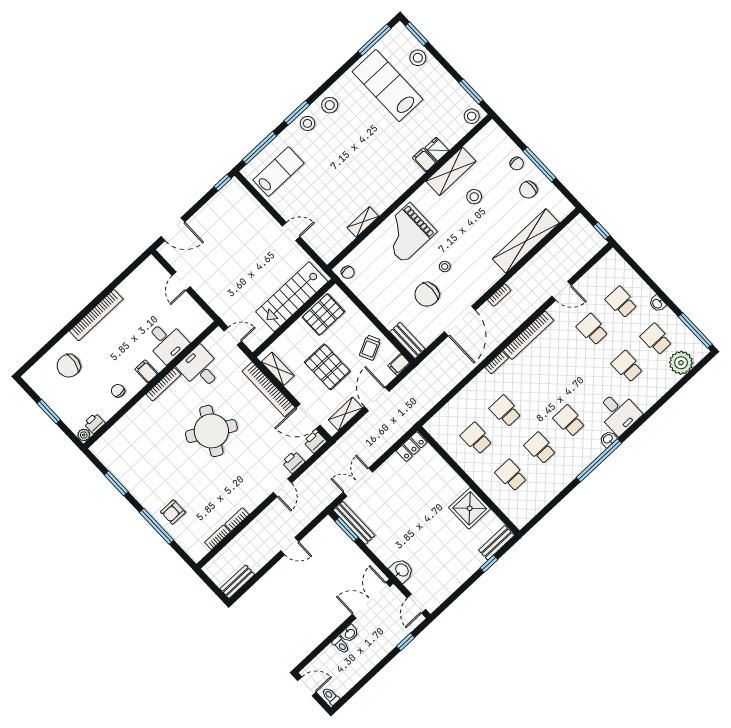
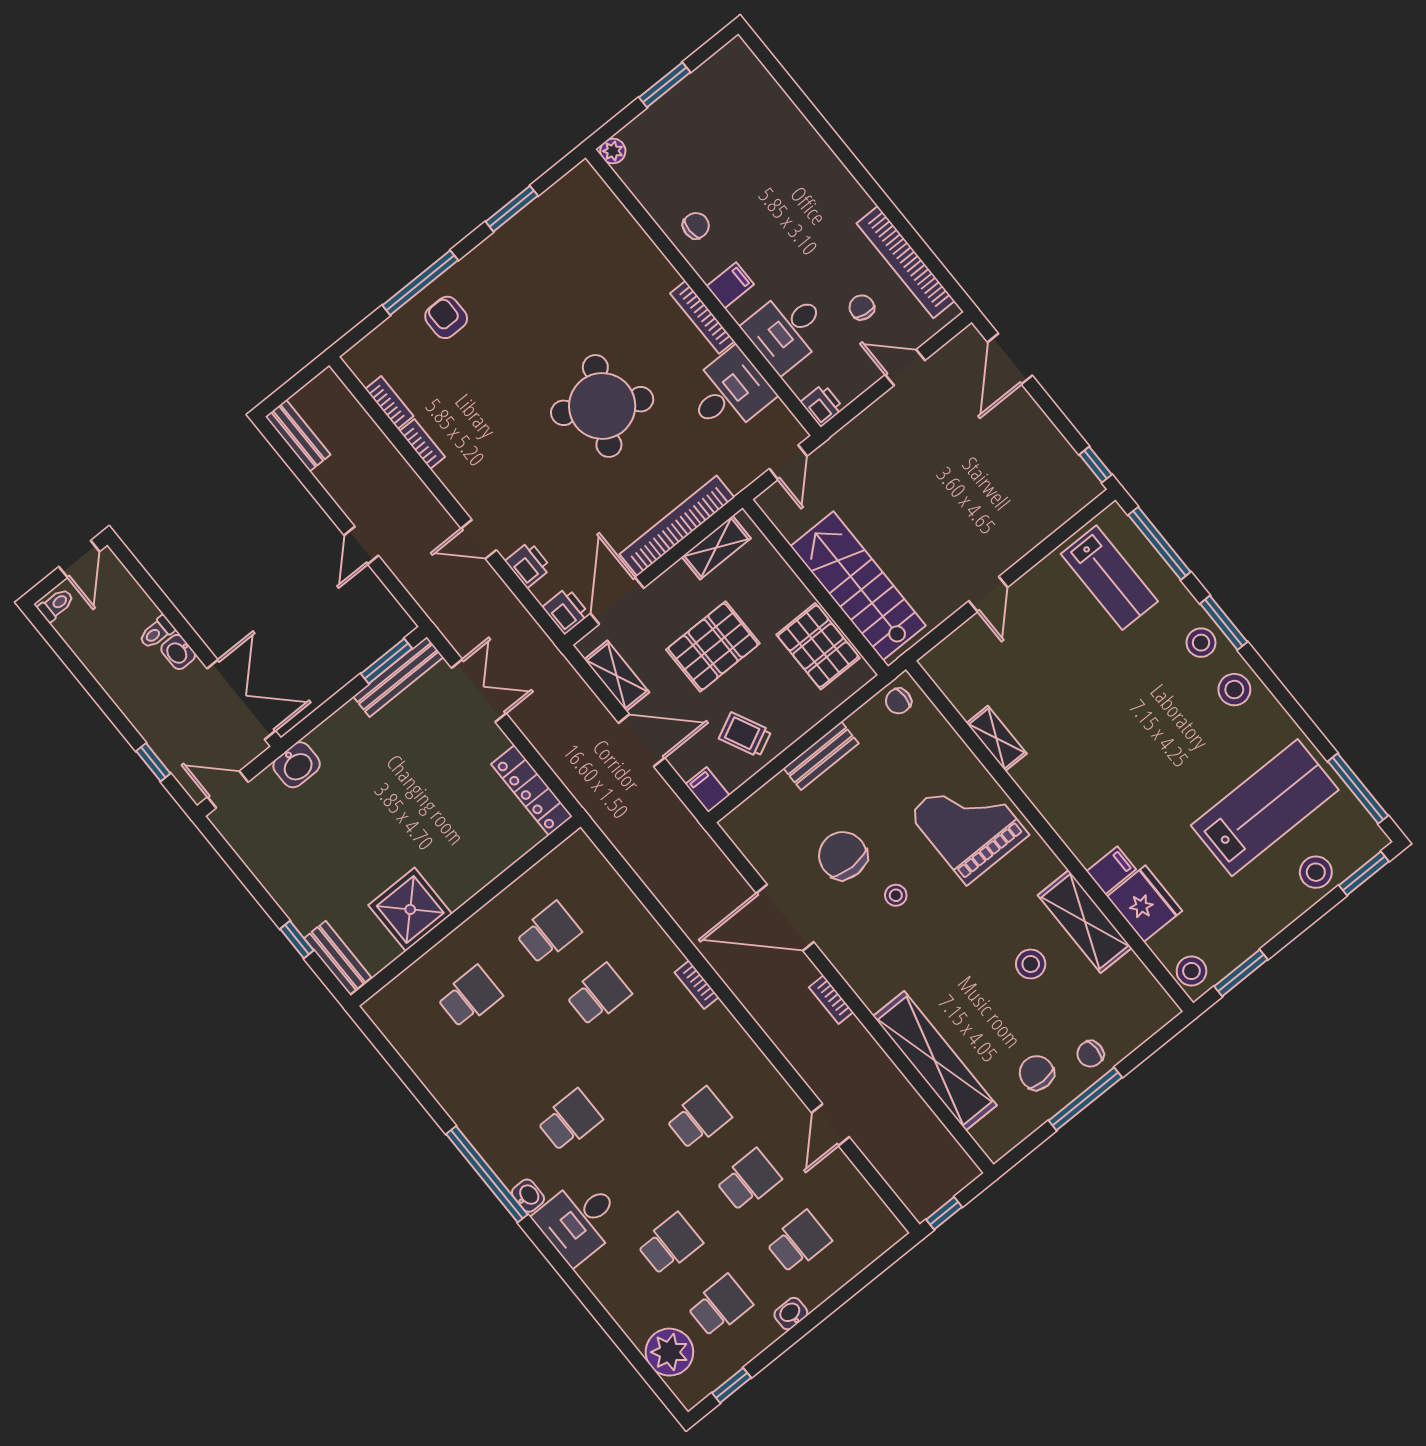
fridge: (437, 149) -> (1145, 904), width x1.88, depth x1.34
bookcase: (96, 315) -> (906, 262), moved
window: (695, 330) -> (732, 1385), width x0.46
bookcase: (528, 335) -> (747, 1052), removed
bench: (407, 340) -> (821, 756), moved
chair: (69, 366) -> (862, 307), moved, width x0.54, depth x0.54
printer: (94, 423) -> (822, 405), moved
locker: (411, 447) -> (532, 790), width x1.53
school desk: (540, 448) -> (699, 1118), moved

